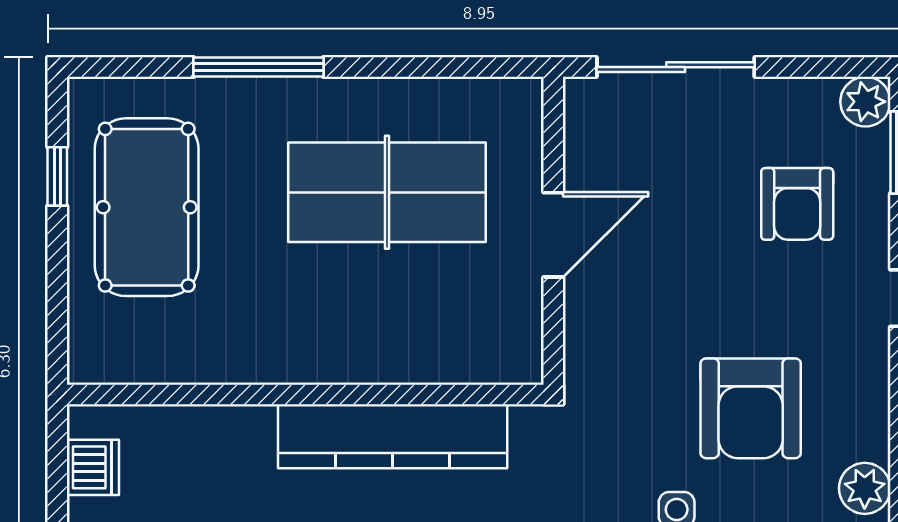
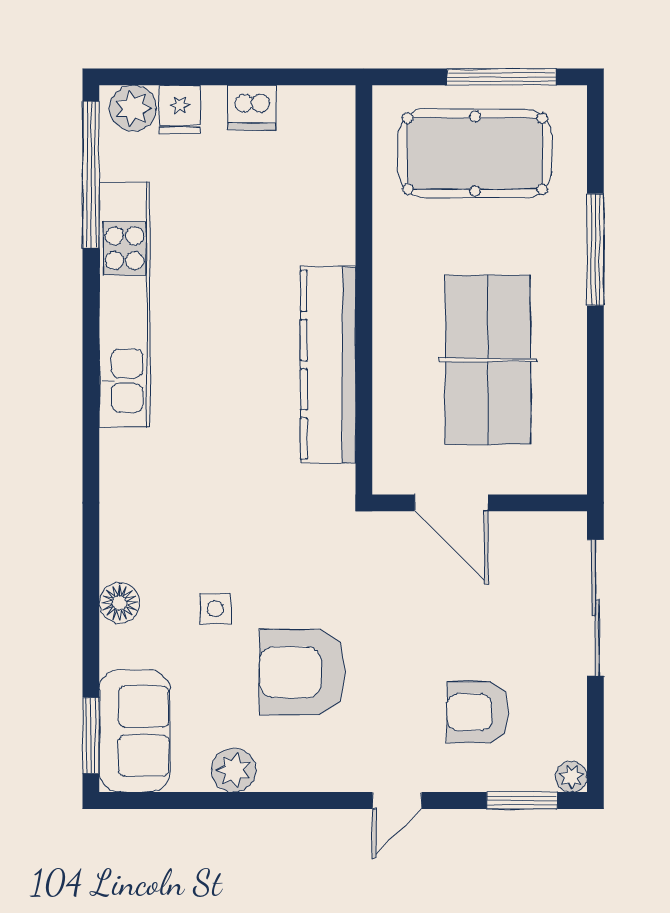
plant: (865, 102) -> (572, 777), width x0.73, depth x0.73
window: (57, 176) -> (502, 77), width x2.17
wall: (305, 395) -> (364, 290), moved
kitchen counter: (393, 436) -> (328, 365), moved

